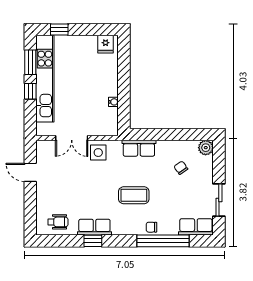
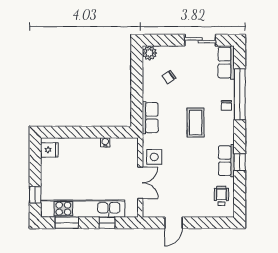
window: (30, 91) -> (107, 223), moved

